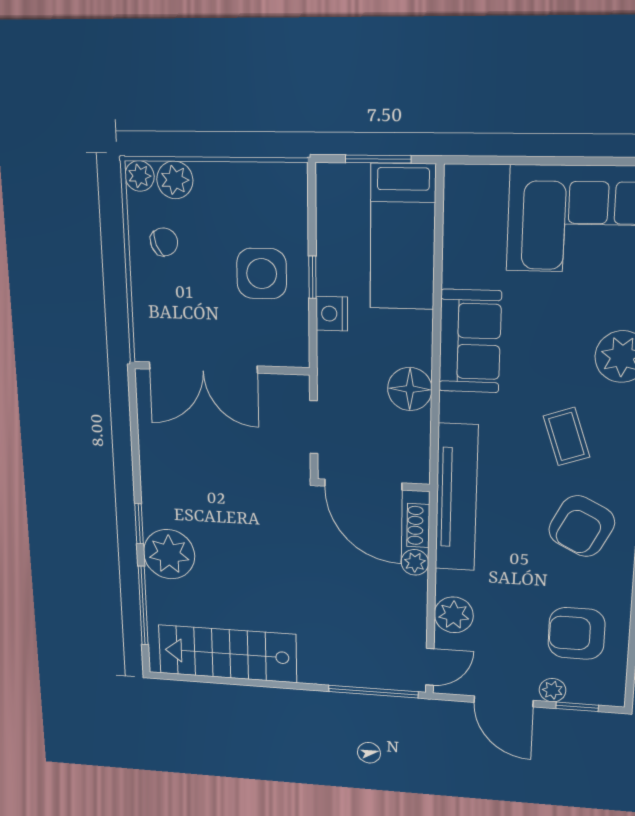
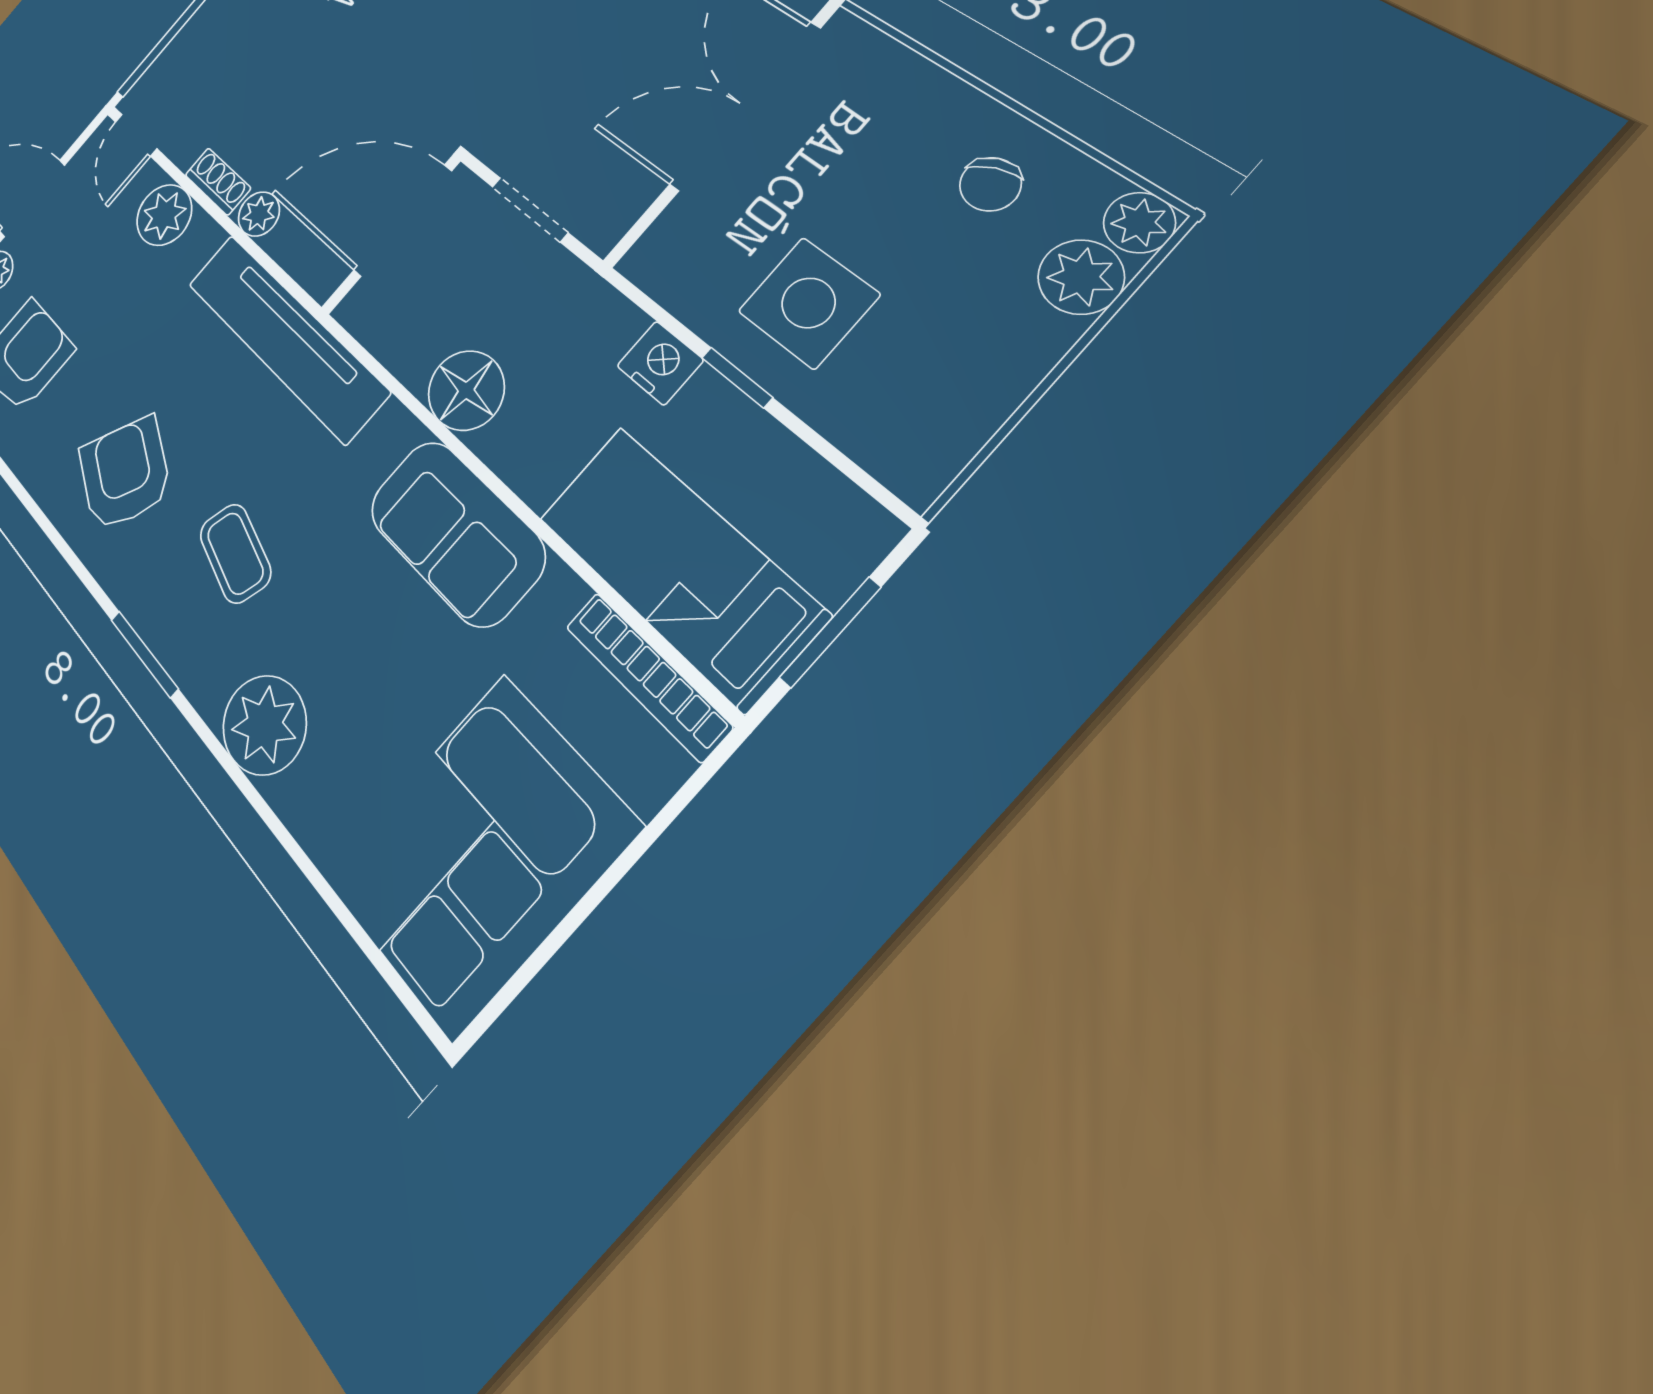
bookcase: (455, 213) -> (648, 676), added
coffee table: (567, 436) -> (235, 553), turned 35
shoe rack: (418, 526) -> (218, 181), moved

